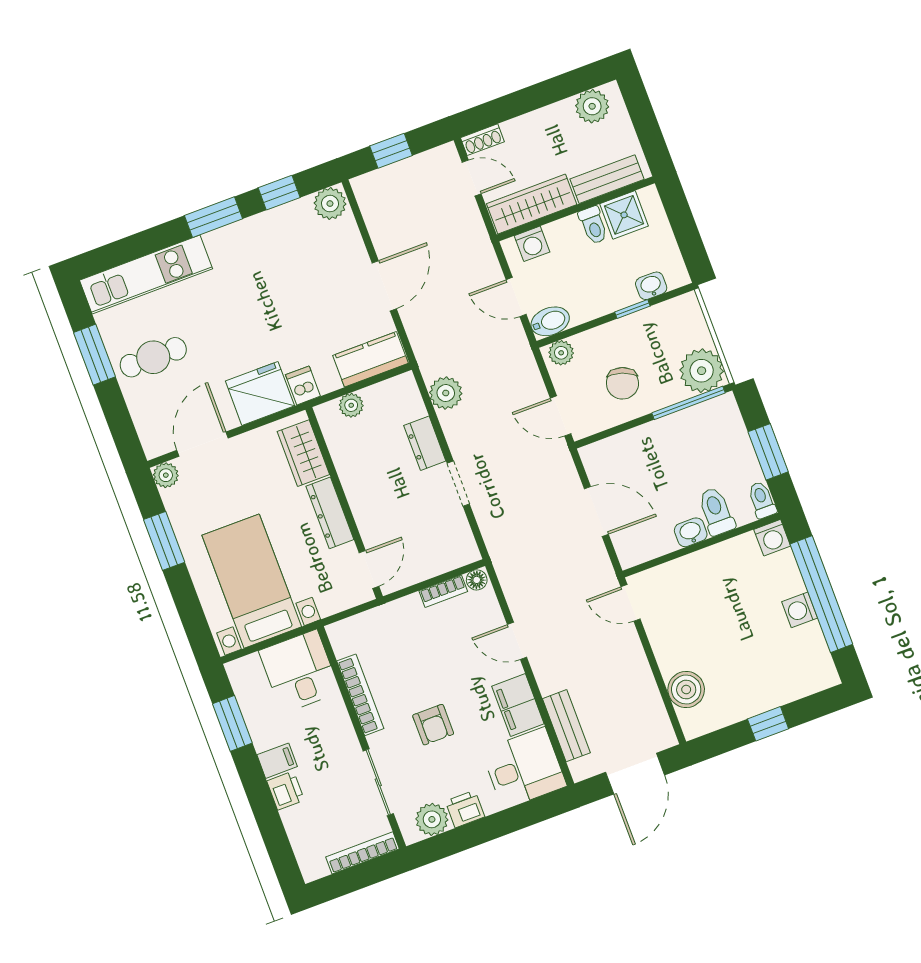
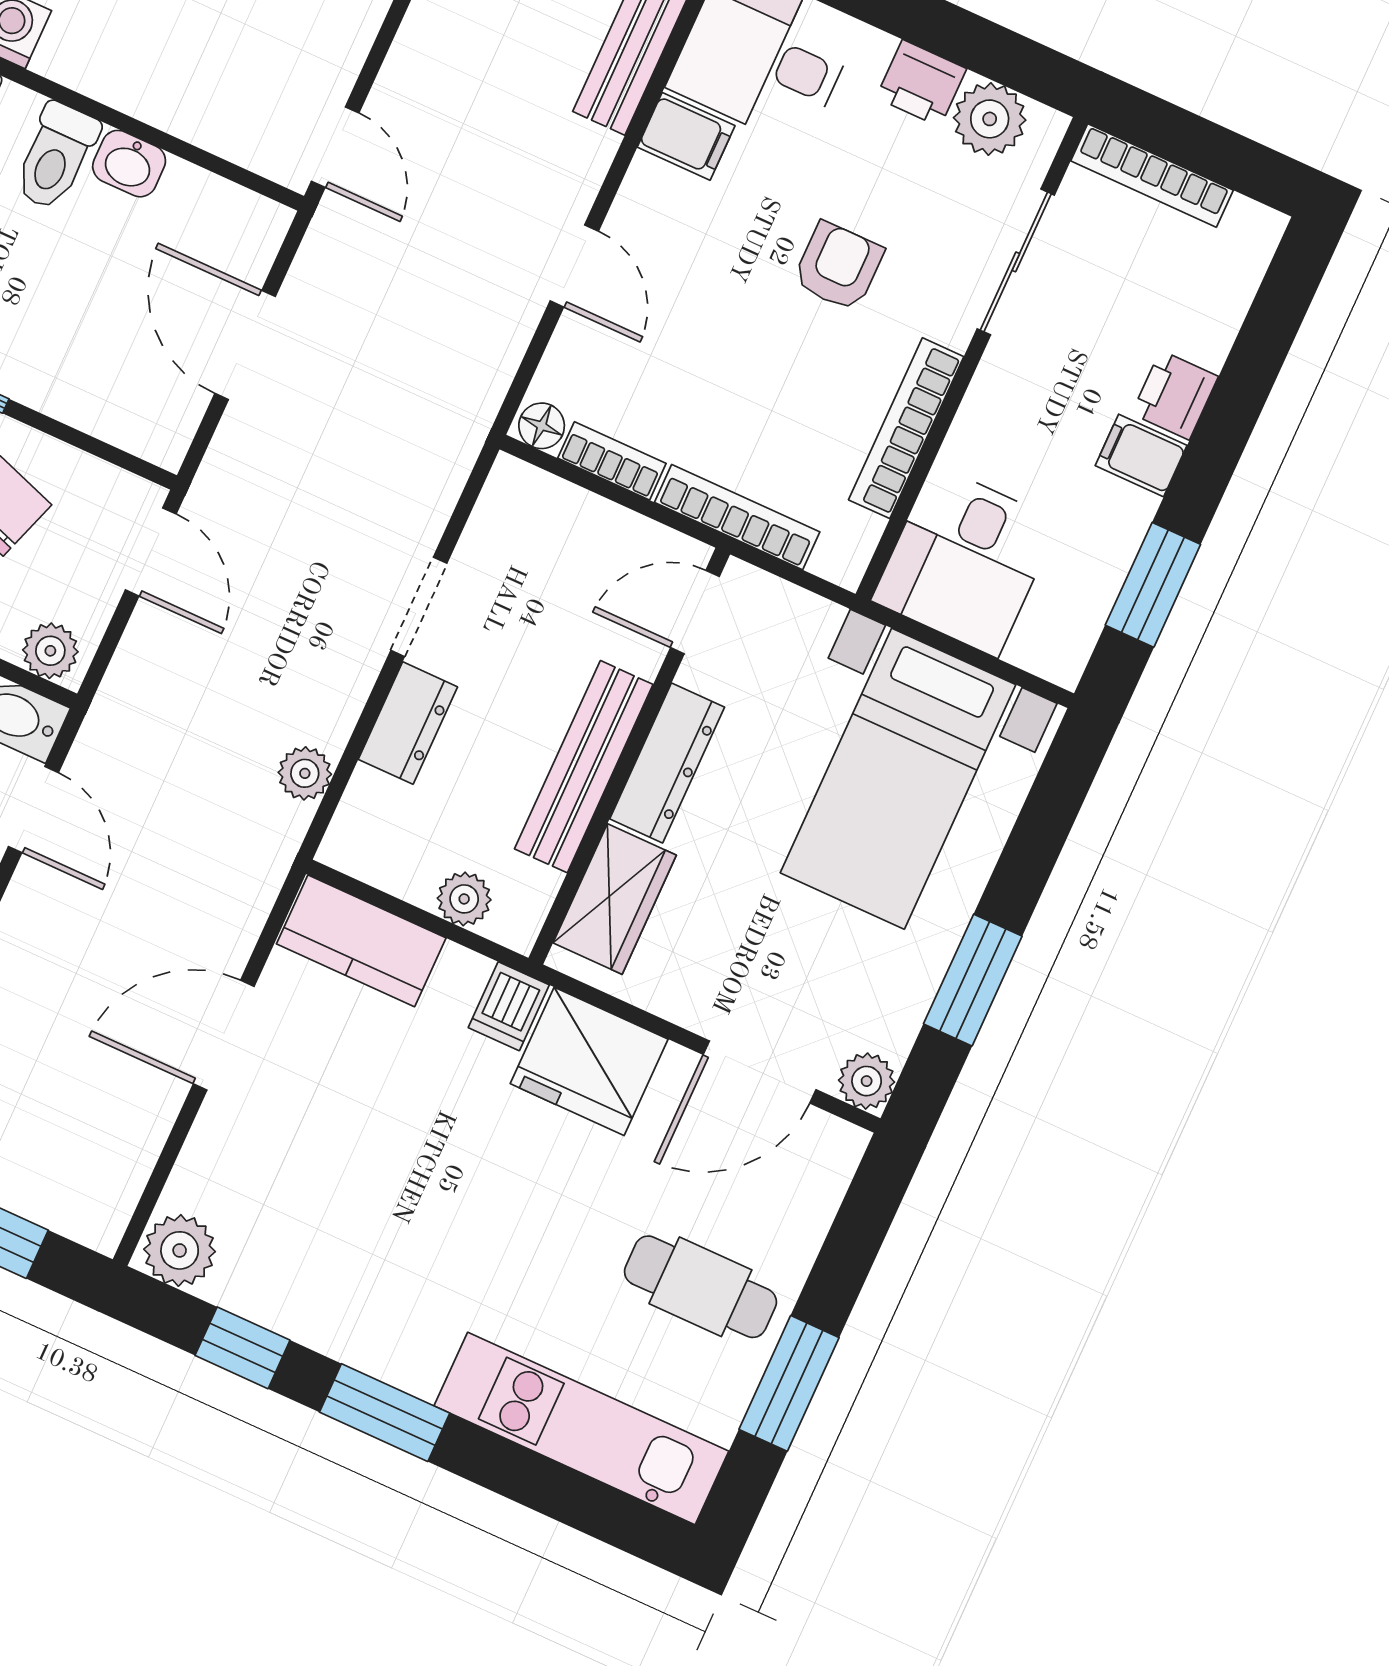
plant: (446, 393) -> (305, 773), width x0.73, depth x0.73
bench: (355, 485) -> (584, 767), added
bookcase: (386, 613) -> (737, 517), added
filing cabinet: (518, 705) -> (686, 136), width x0.50

